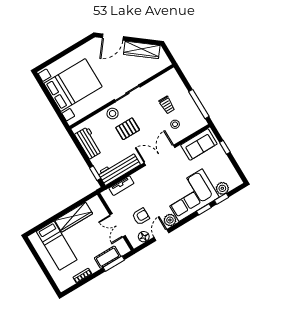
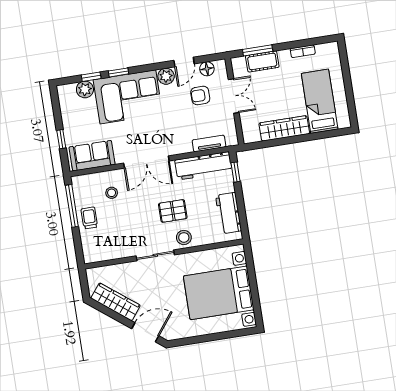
trolley: (167, 105) -> (89, 218), moved

